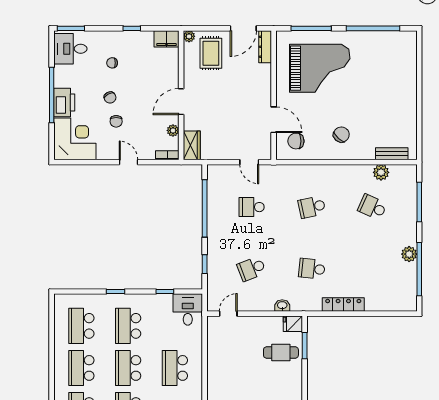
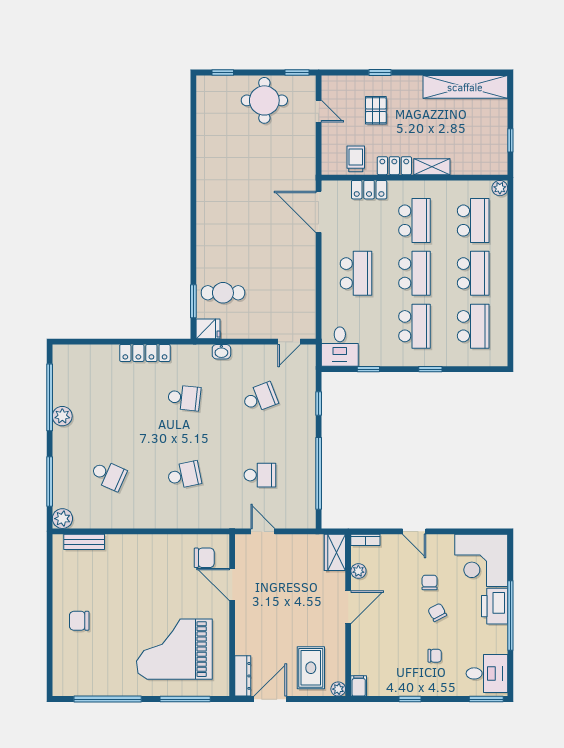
filing cabinet: (167, 39) -> (359, 686), width x0.50
chair: (341, 135) -> (79, 621), moved, turned 48
plant: (381, 172) -> (62, 519), moved

